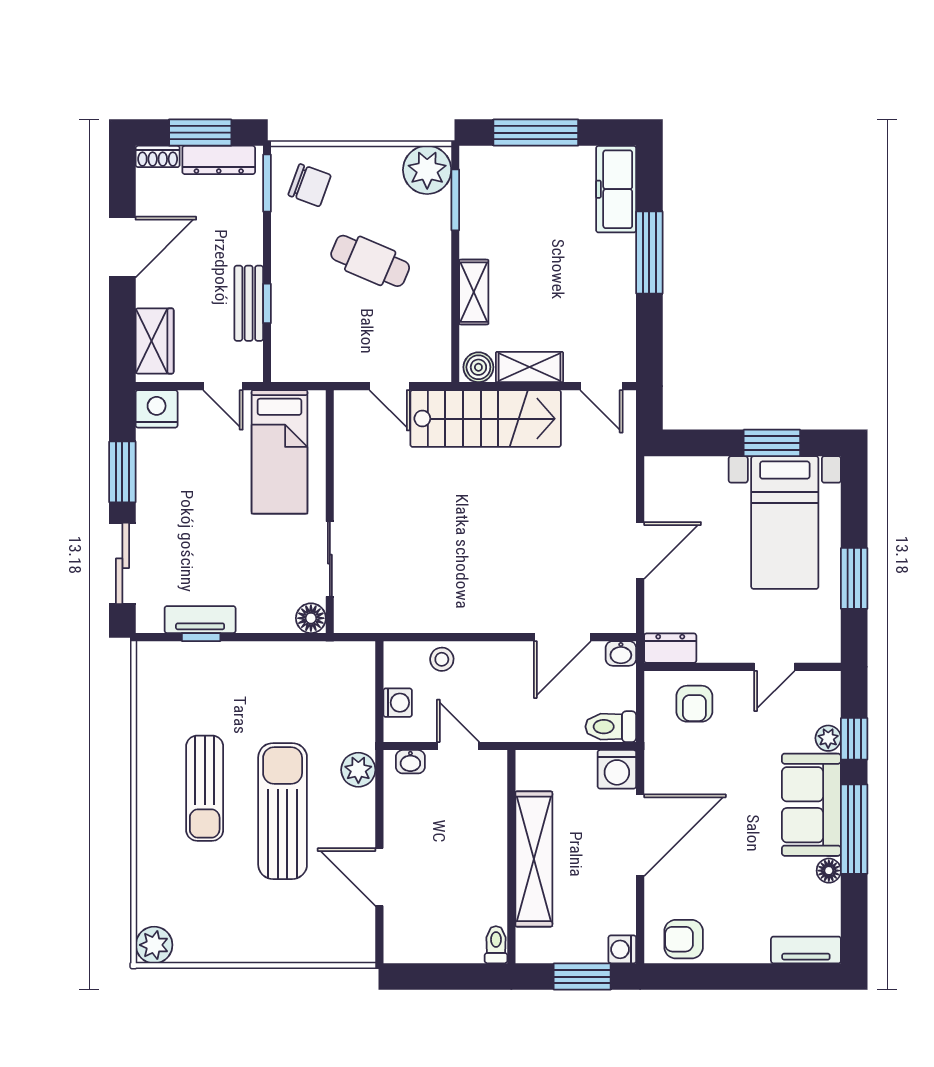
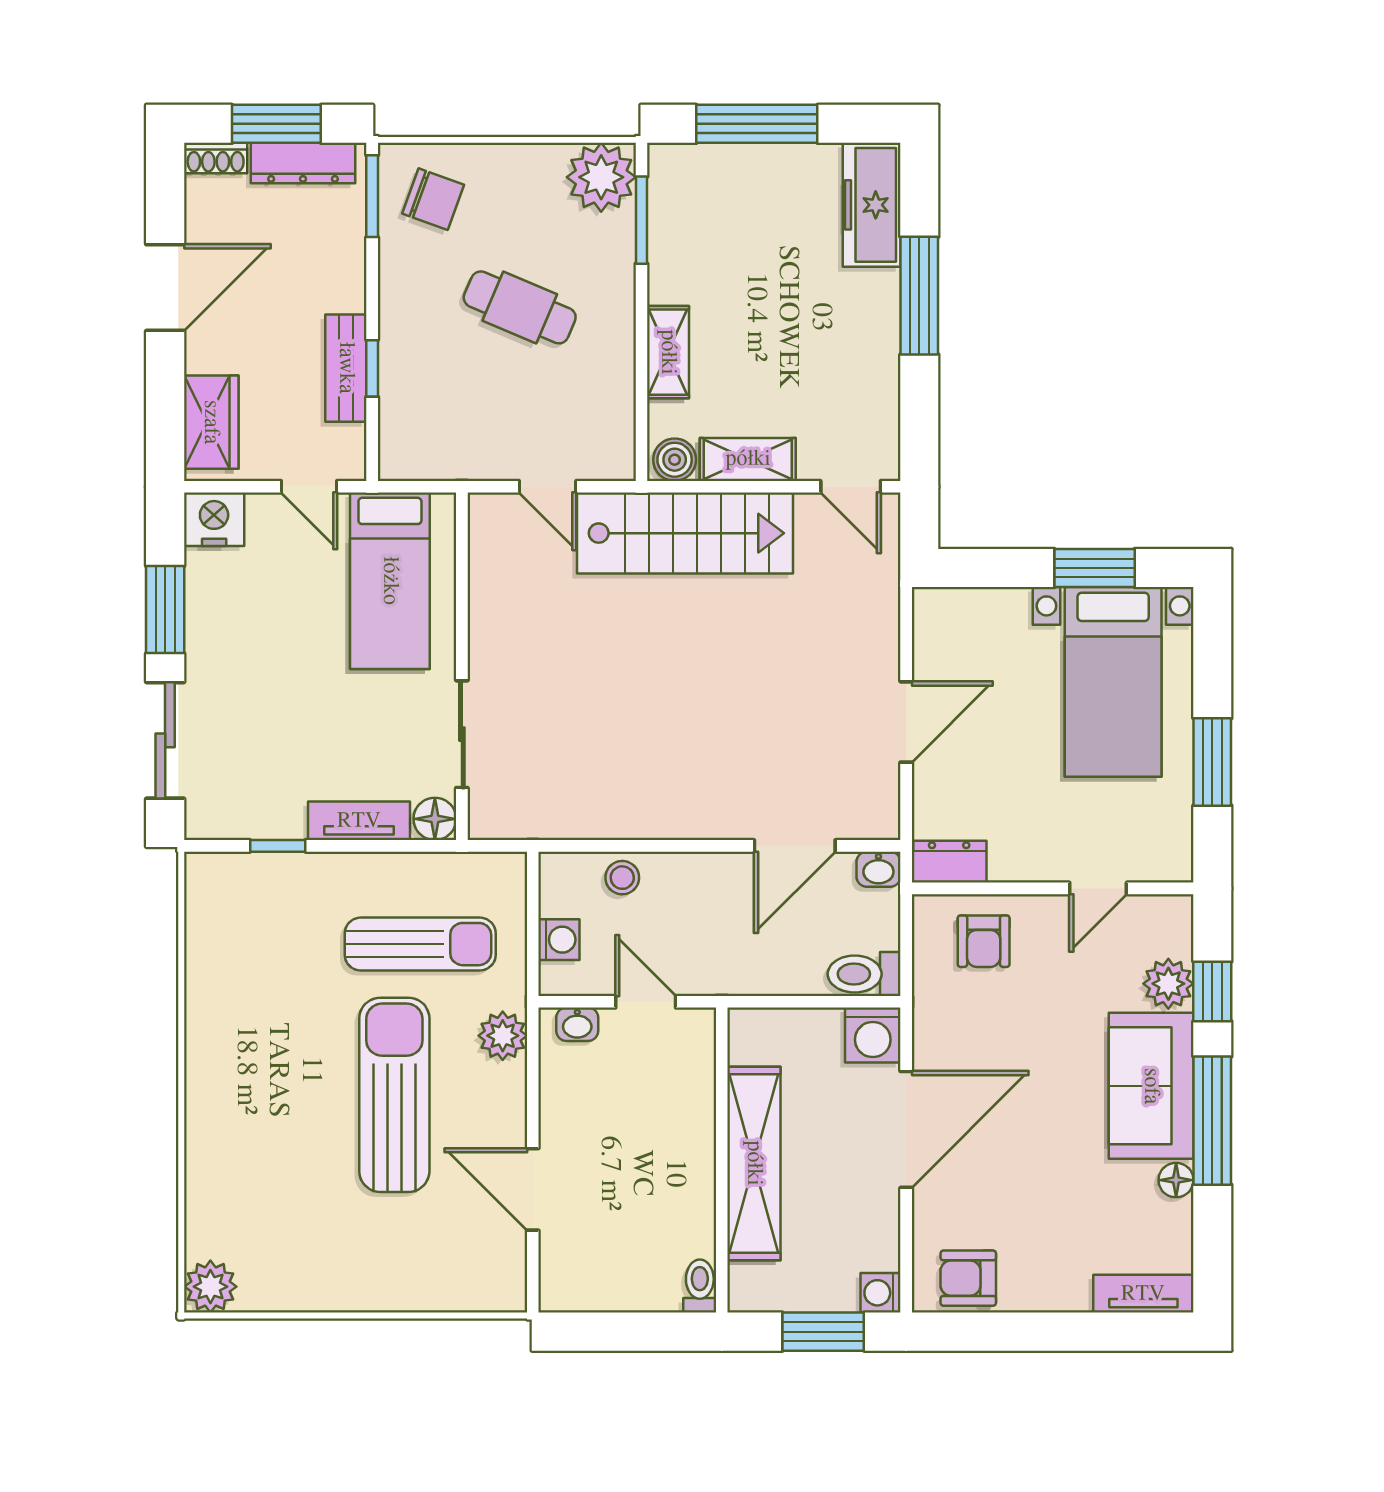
tv unit: (200, 620) -> (359, 821), moved
plant: (828, 738) -> (1168, 984), width x1.38, depth x1.38
sun lounger: (205, 788) -> (420, 944), moved, turned -90

